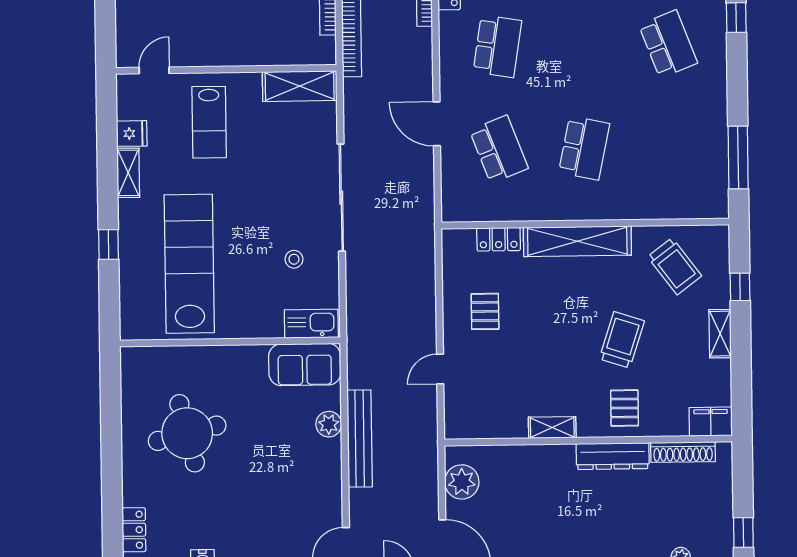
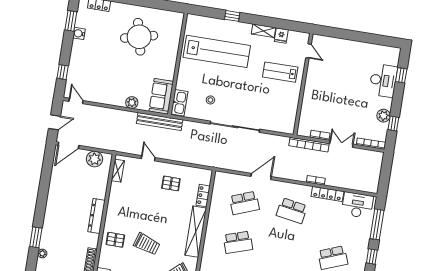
shelving: (300, 86) -> (289, 117), removed
school desk: (584, 148) -> (238, 242), turned -30
shelving: (552, 427) -> (118, 171), moved
bench: (360, 438) -> (160, 122), moved
dresser: (613, 456) -> (97, 216), moved

